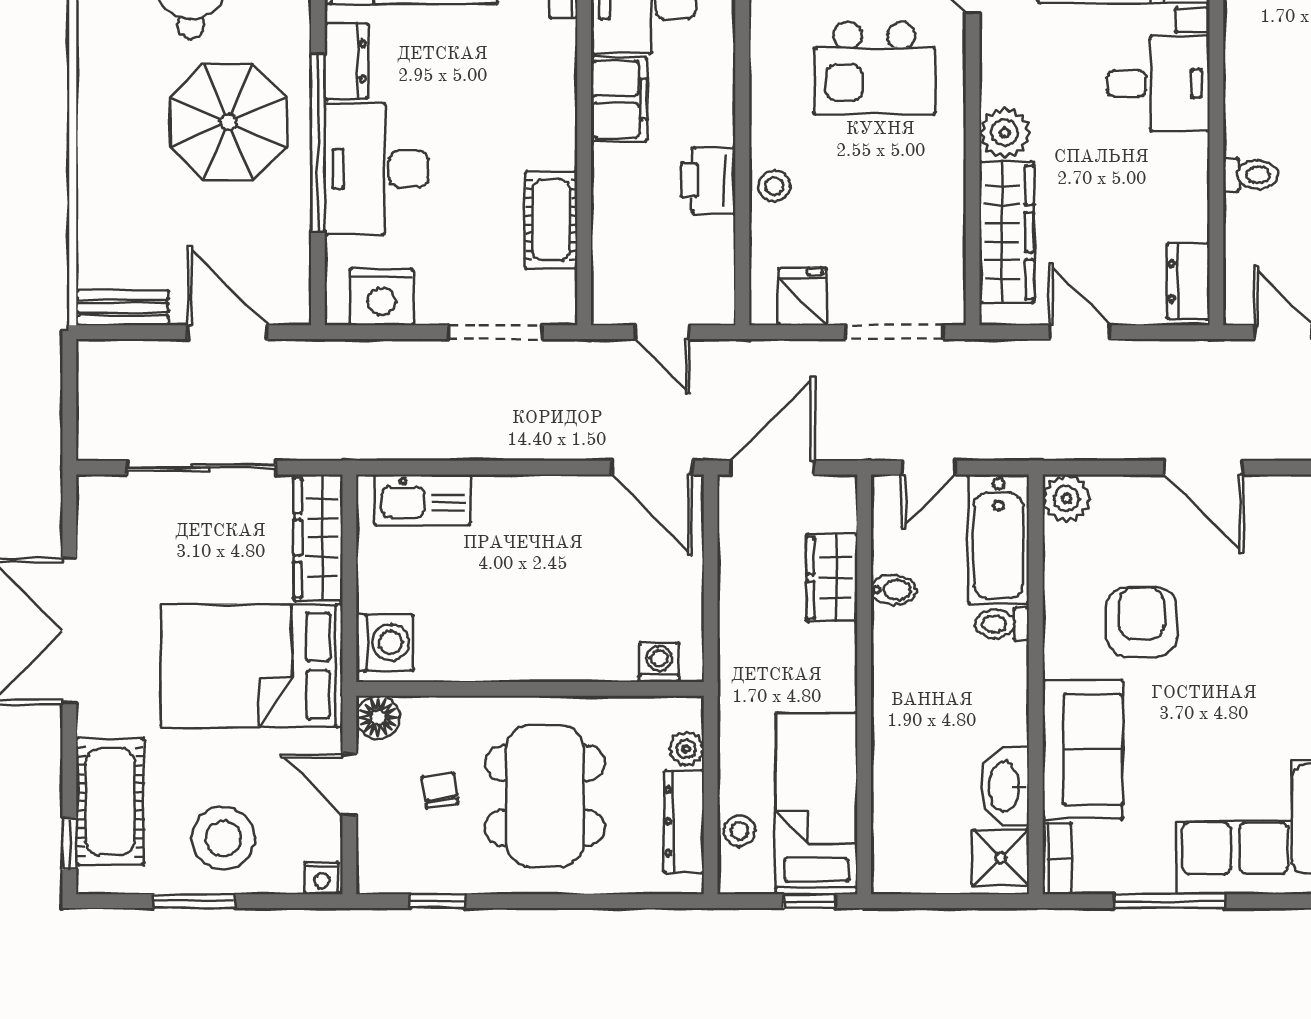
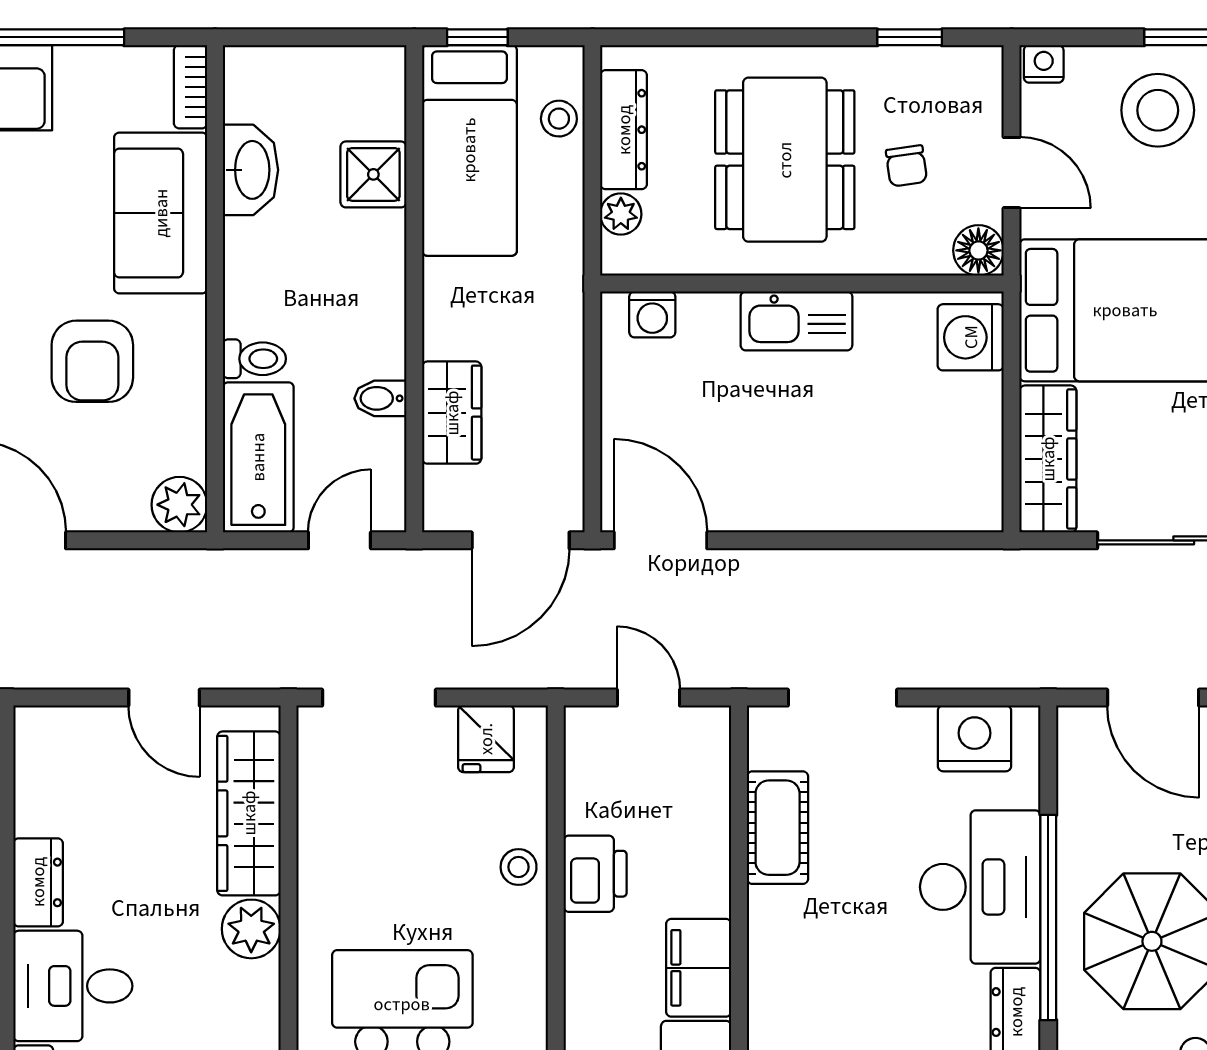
dresser: (1188, 281) -> (38, 882), moved
kitchen sink: (422, 500) -> (796, 321), moved, turned 180
shower: (1001, 858) -> (373, 174), moved

